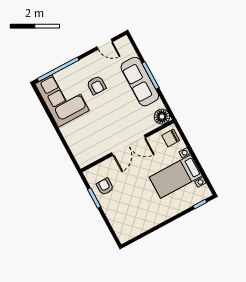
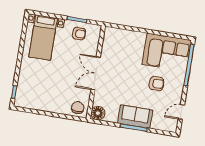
sofa: (140, 82) -> (135, 117), width x0.73
armchair: (96, 85) -> (156, 84), turned 180
bed with nightstands: (176, 176) -> (43, 38), moved, turned 180

